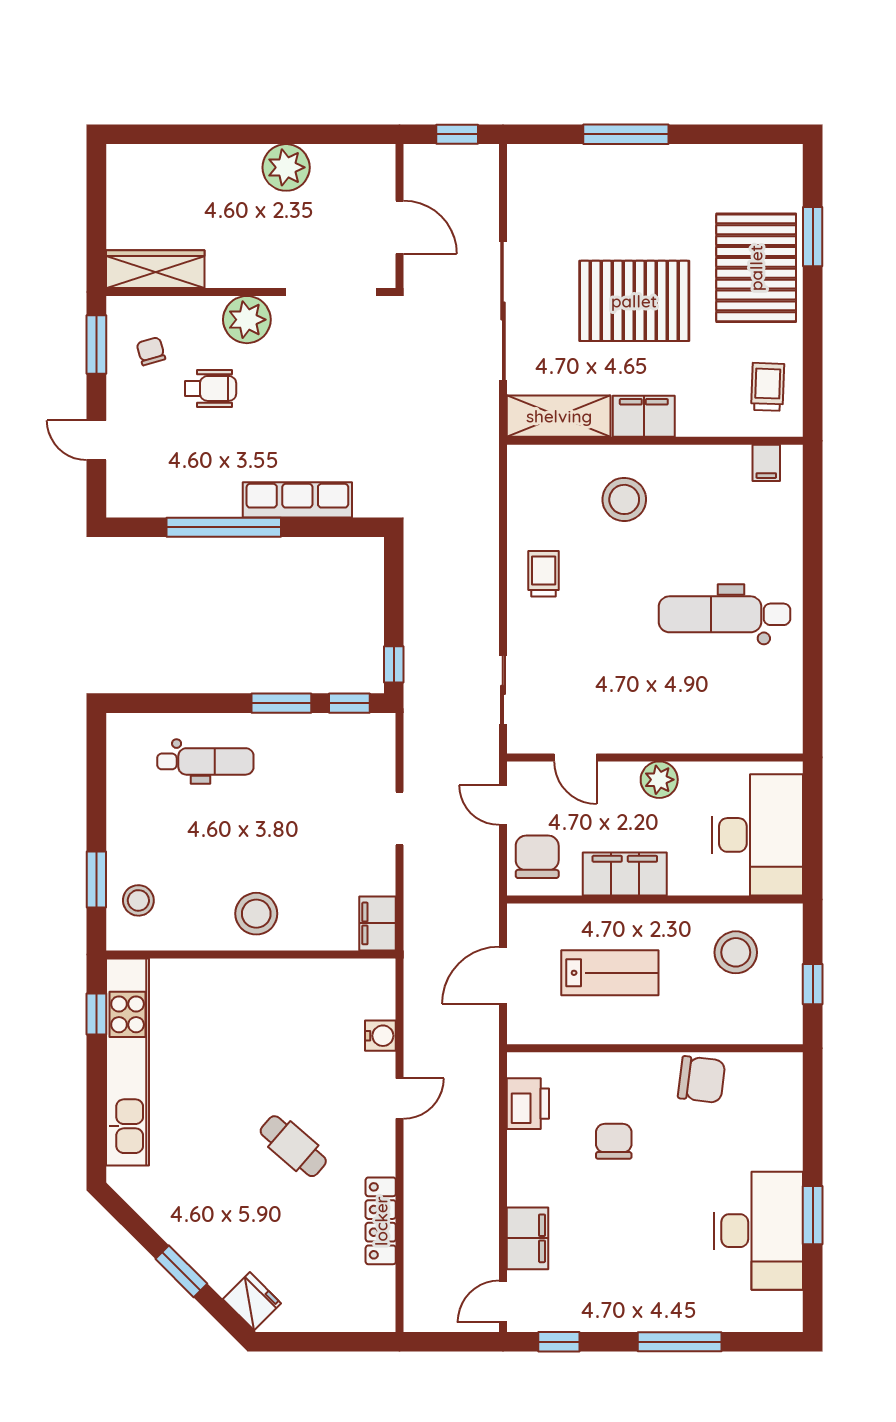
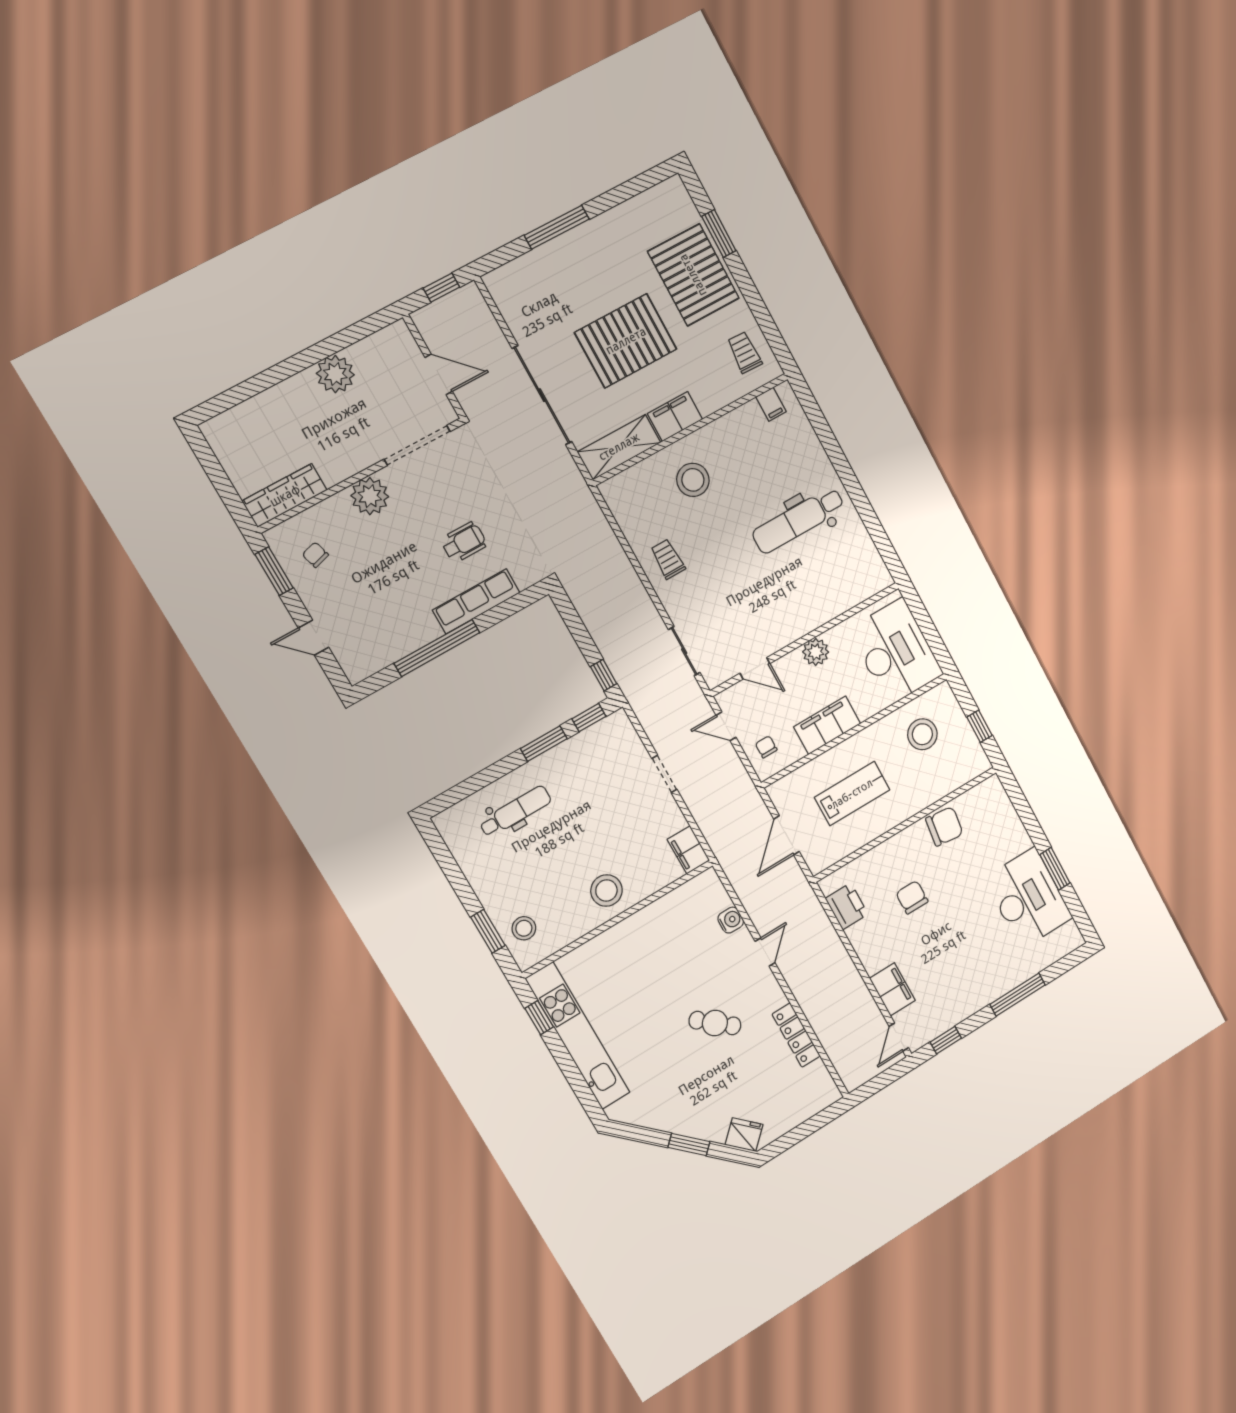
wheelchair: (210, 388) -> (464, 542), moved
chair: (537, 857) -> (766, 747), width x0.54, depth x0.54

